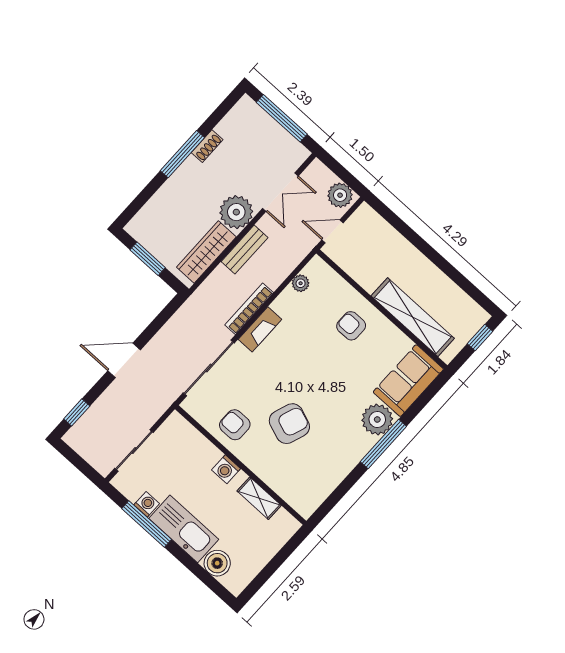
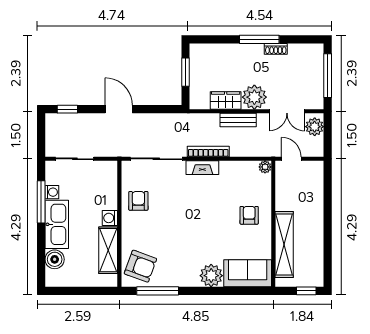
plant: (340, 195) -> (315, 127), moved
wardrobe: (206, 252) -> (226, 100), width x0.67
plant: (301, 283) -> (265, 167), moved
armchair: (289, 424) -> (140, 266), moved
window: (383, 444) -> (158, 291), moved
shelving: (259, 498) -> (108, 250), width x1.50, depth x1.33

